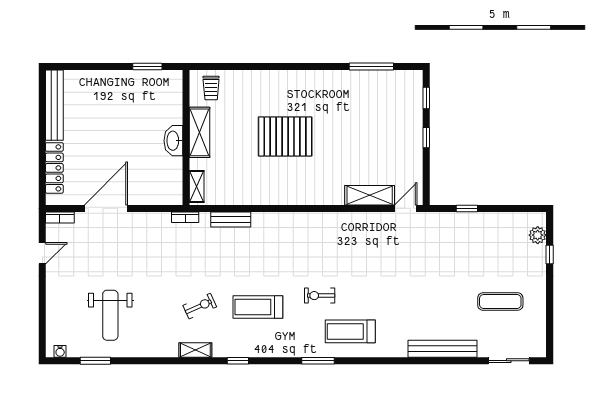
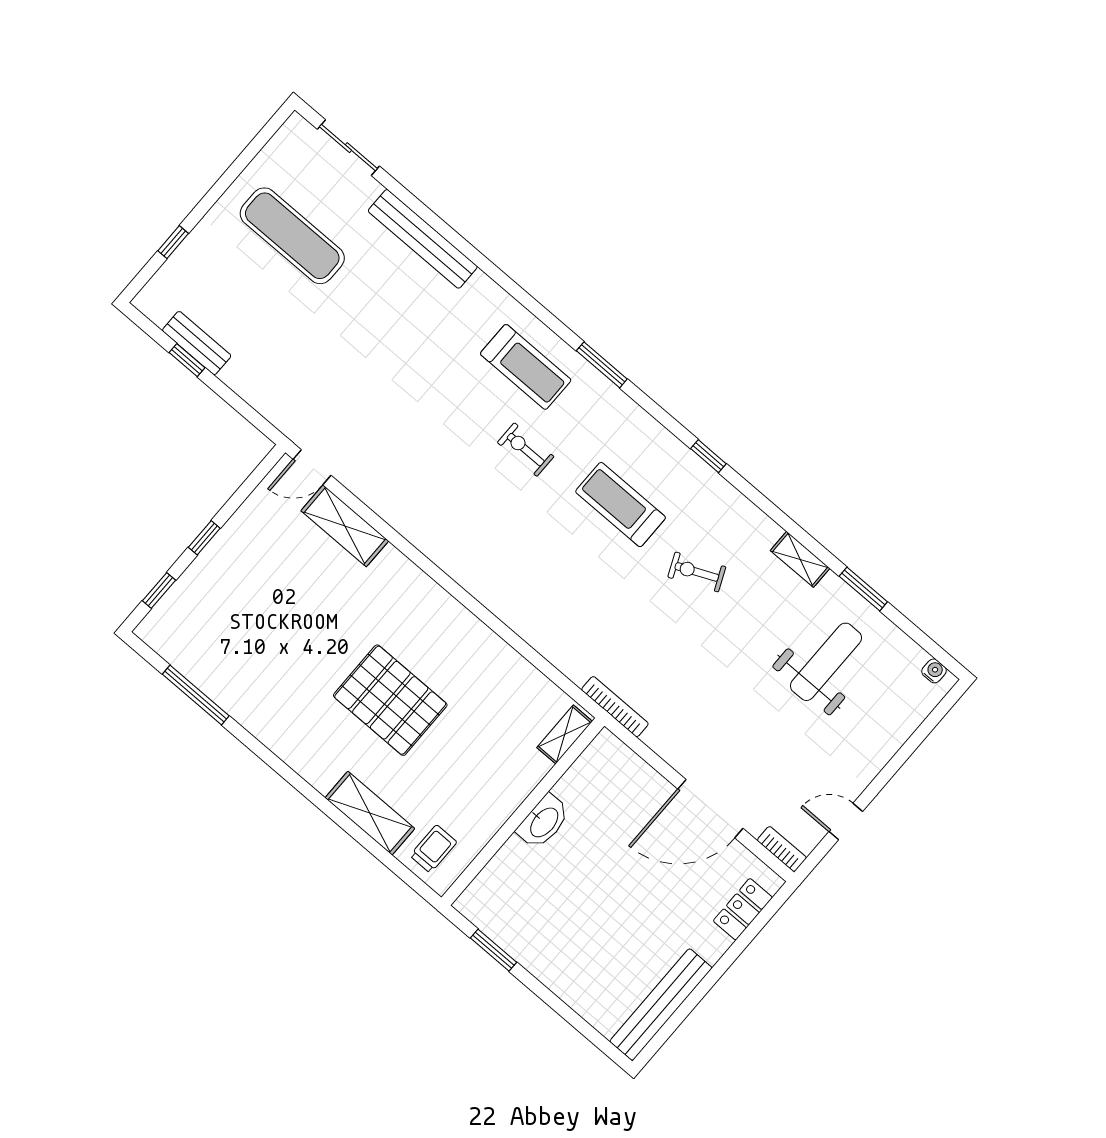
shelving: (200, 132) -> (370, 813), moved, turned 90
locker: (54, 168) -> (743, 909), width x0.66
window: (467, 208) -> (187, 360), moved
bookcase: (185, 217) -> (615, 707), width x1.56
bench: (231, 219) -> (197, 343), moved
plant: (538, 235) -> (167, 282), removed
exercise bike: (320, 296) -> (526, 450), turned 180
exercise mat: (500, 302) -> (292, 236), width x1.36, depth x1.45
treadmill: (258, 307) -> (621, 505), turned 180
shelving: (195, 350) -> (800, 559), moved
window: (95, 361) -> (863, 589), moved

